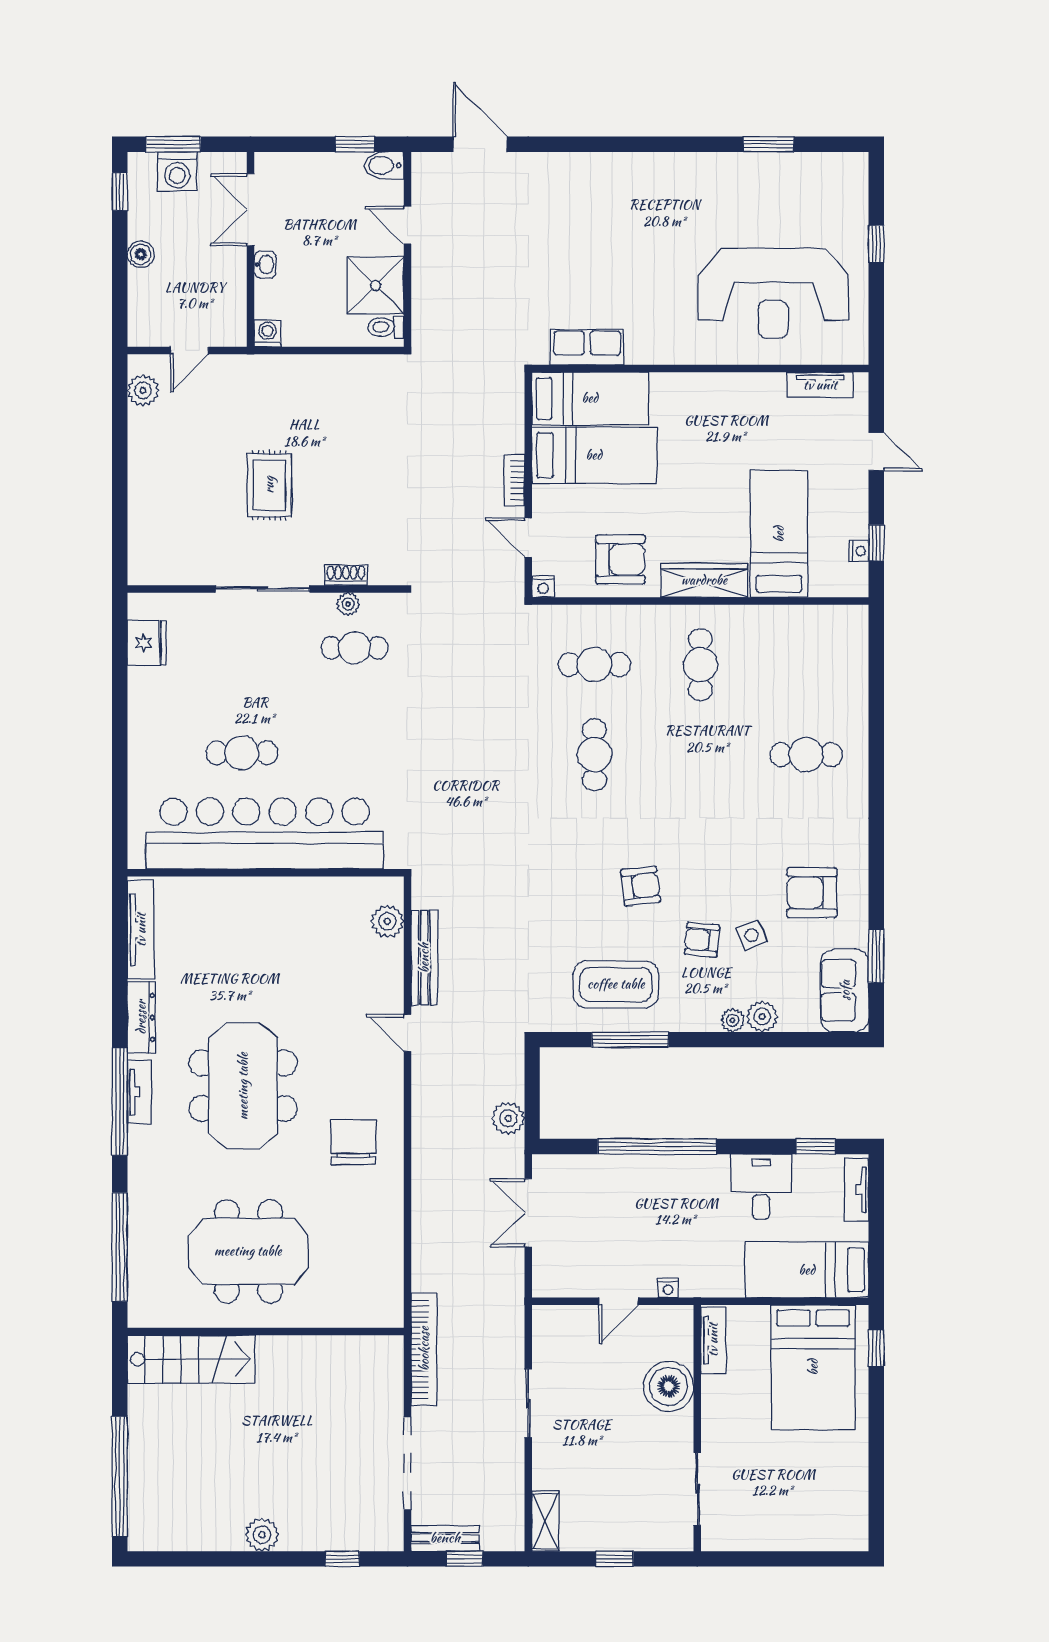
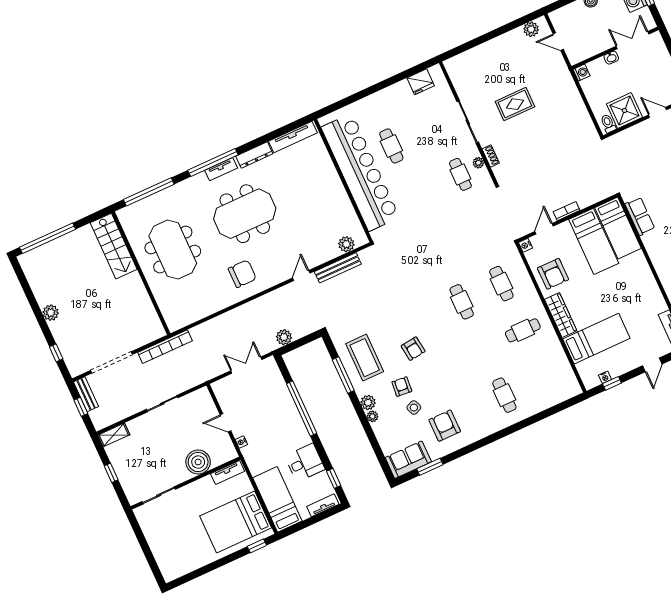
door: (407, 225) -> (657, 112), hinge flipped
cafe table: (594, 755) -> (462, 302), turned 90
plant: (762, 1017) -> (368, 403), moved

